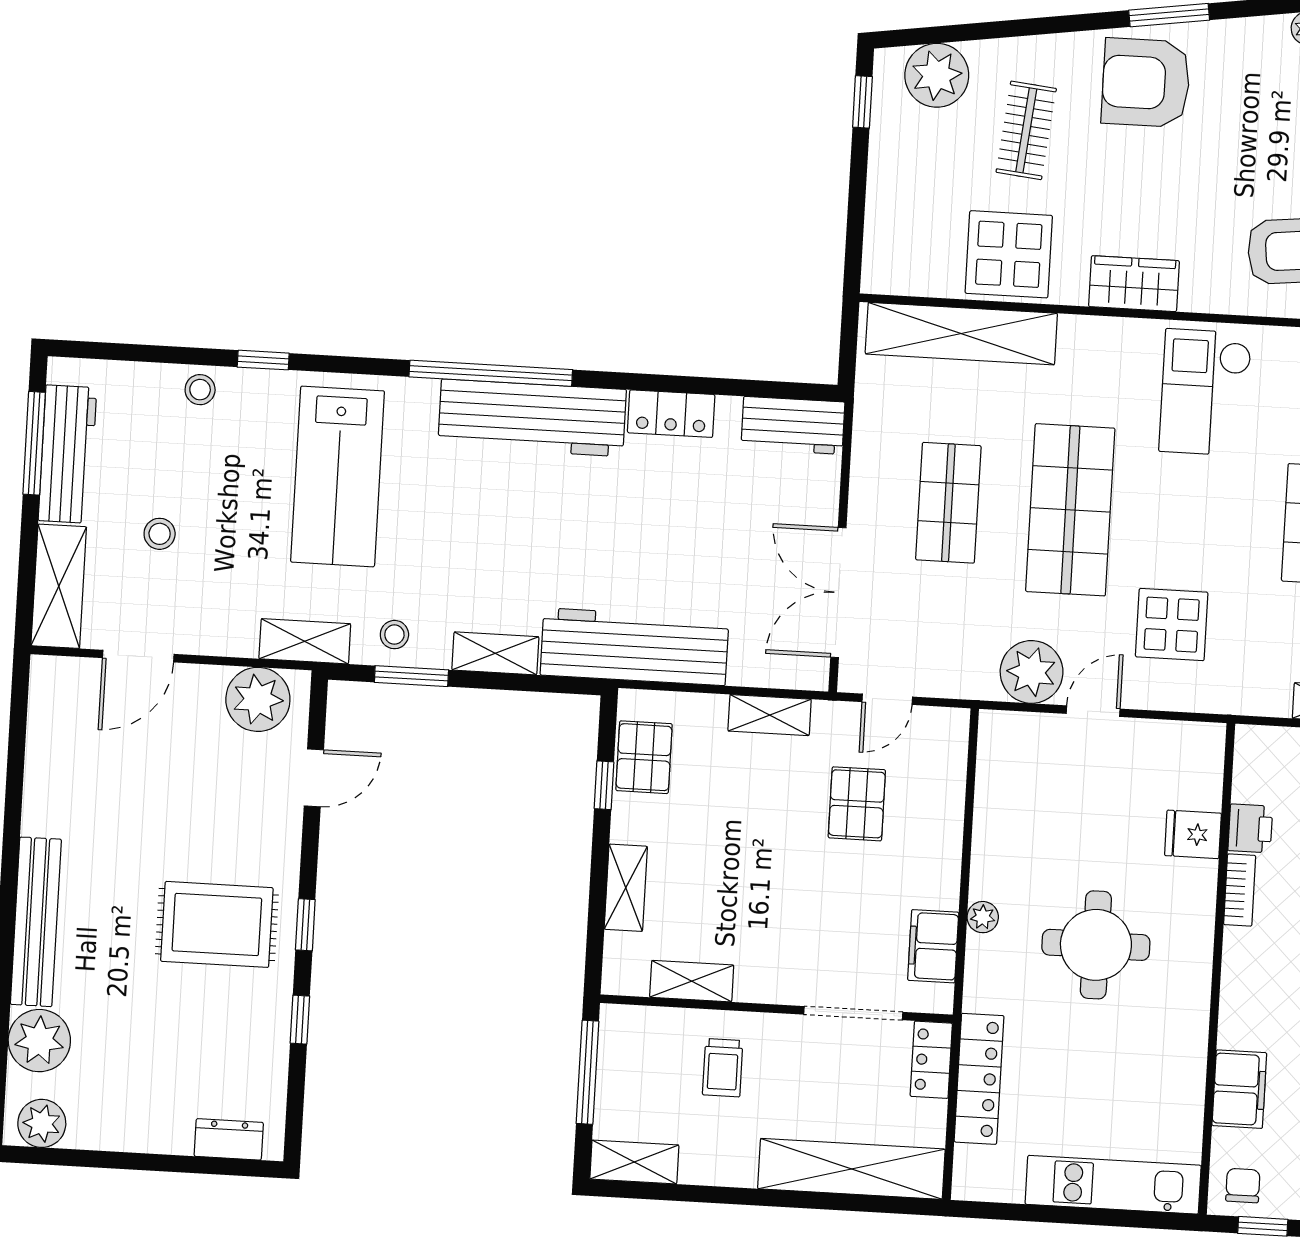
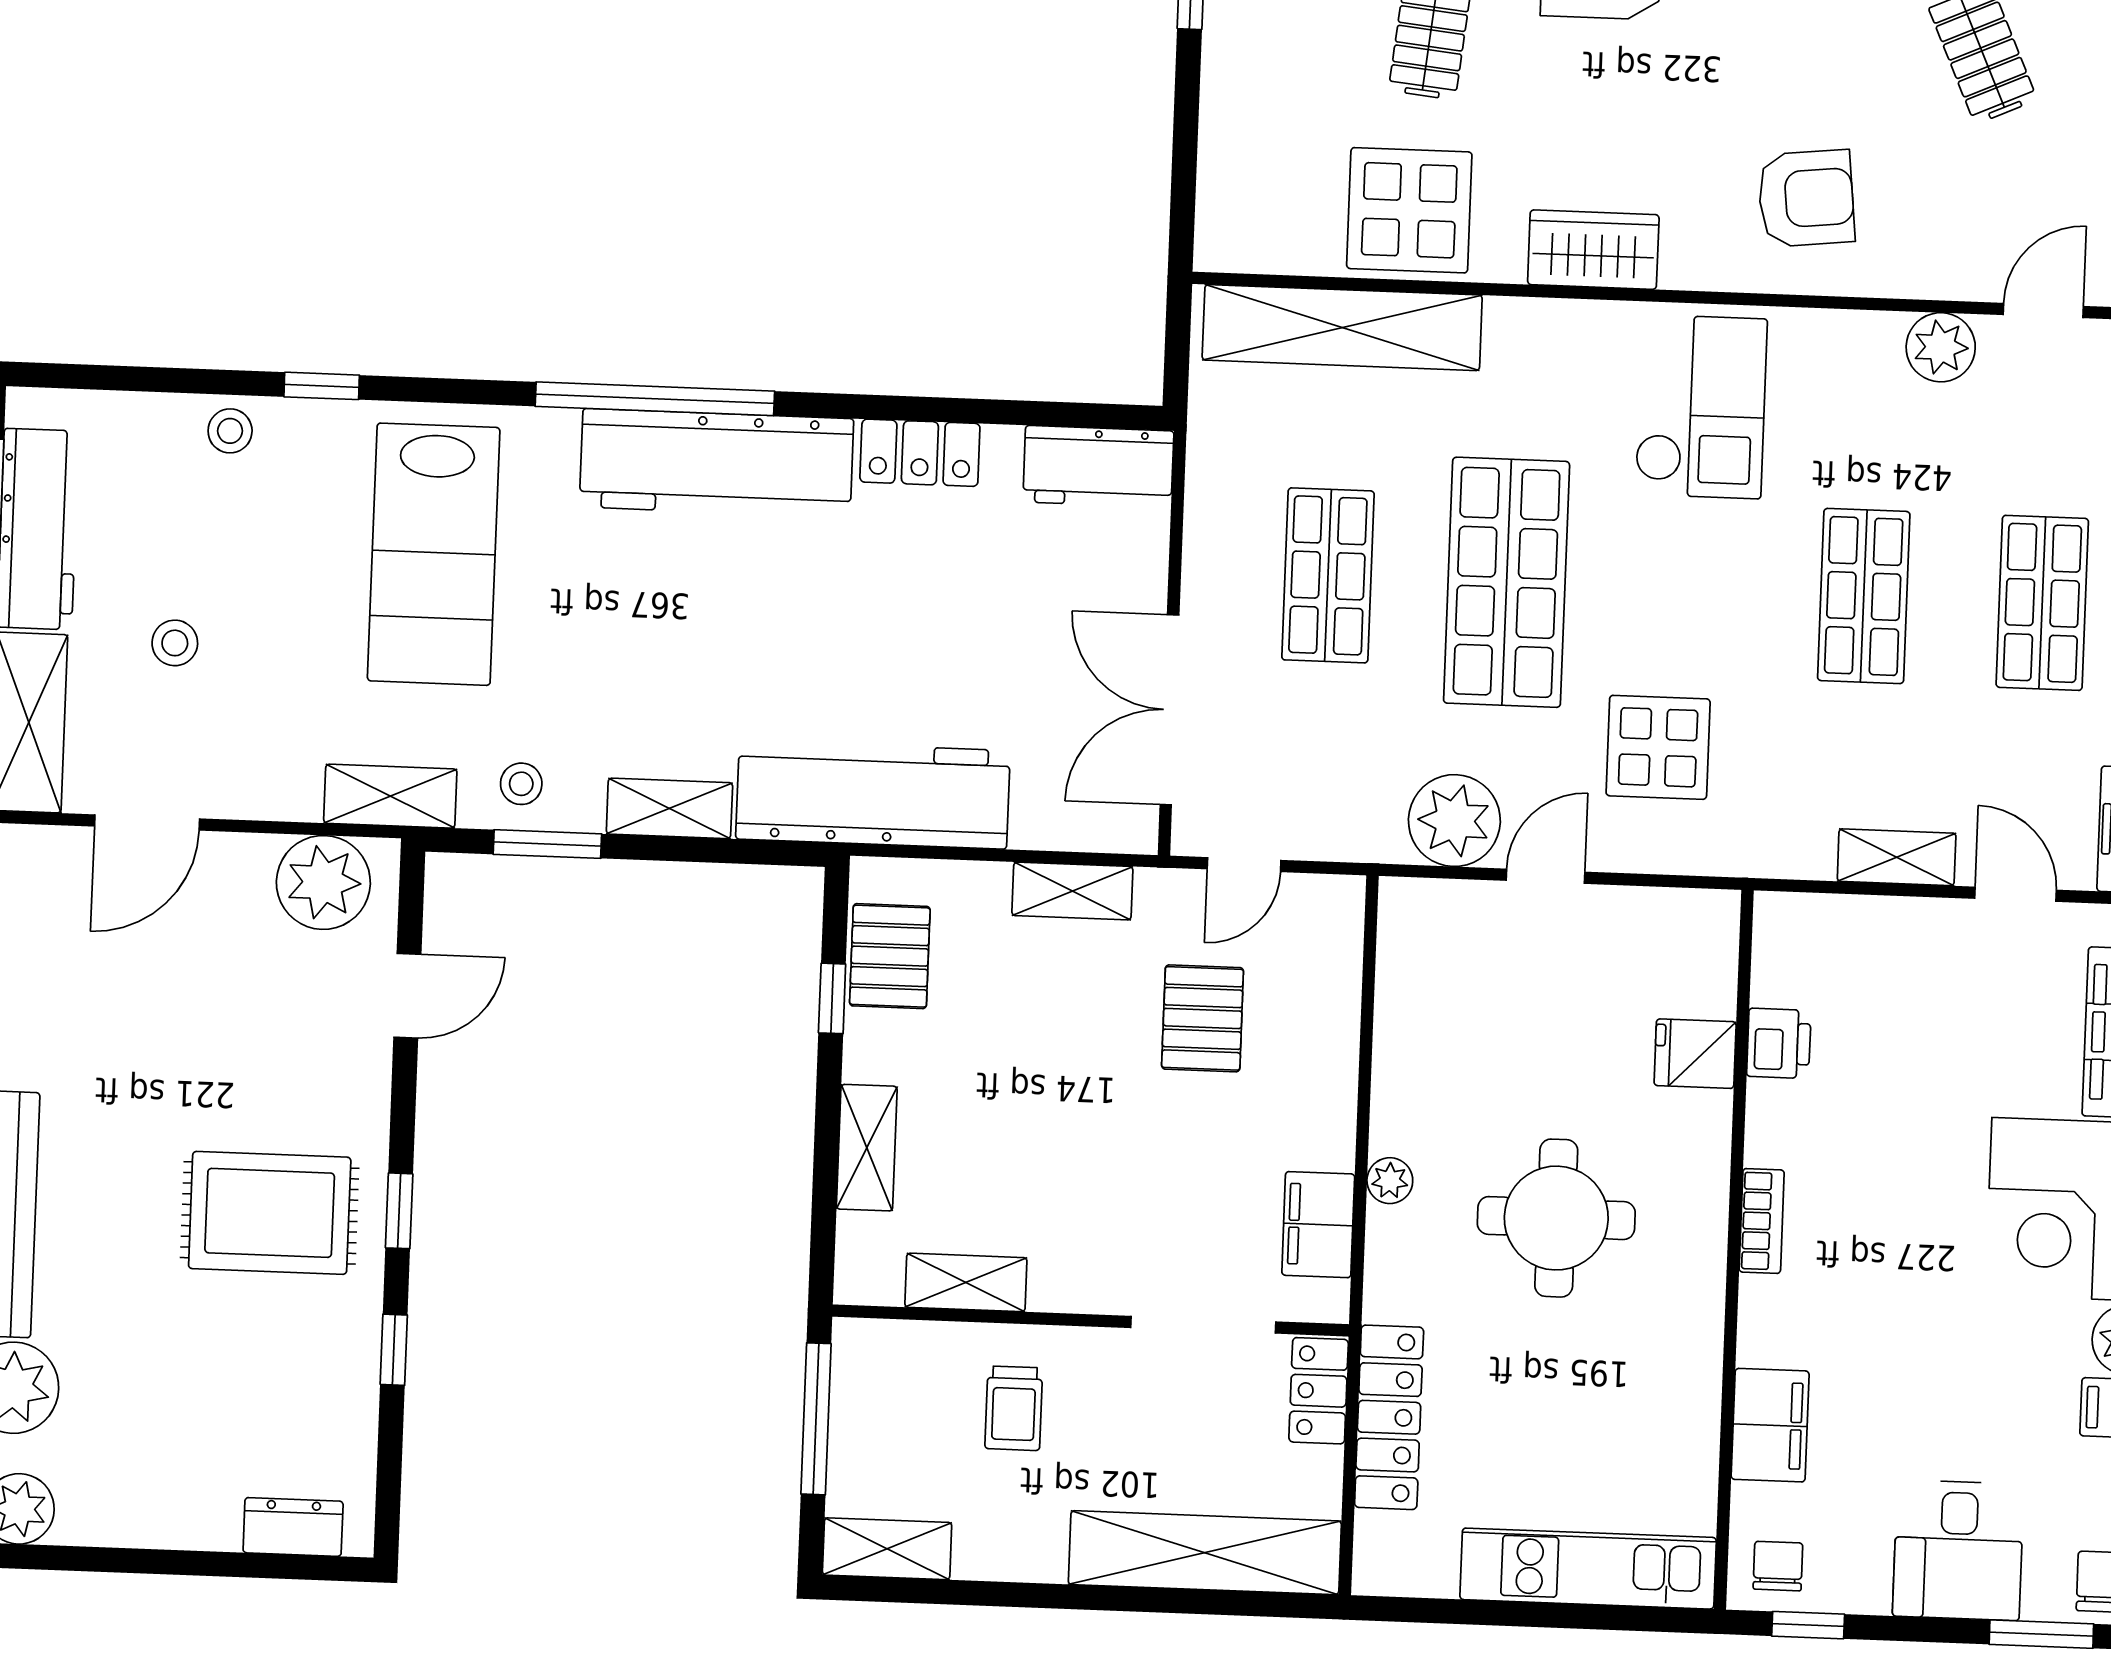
checkout: (1205, 392) -> (1701, 407), turned 180
bookcase: (1240, 890) -> (1762, 1221), moved

